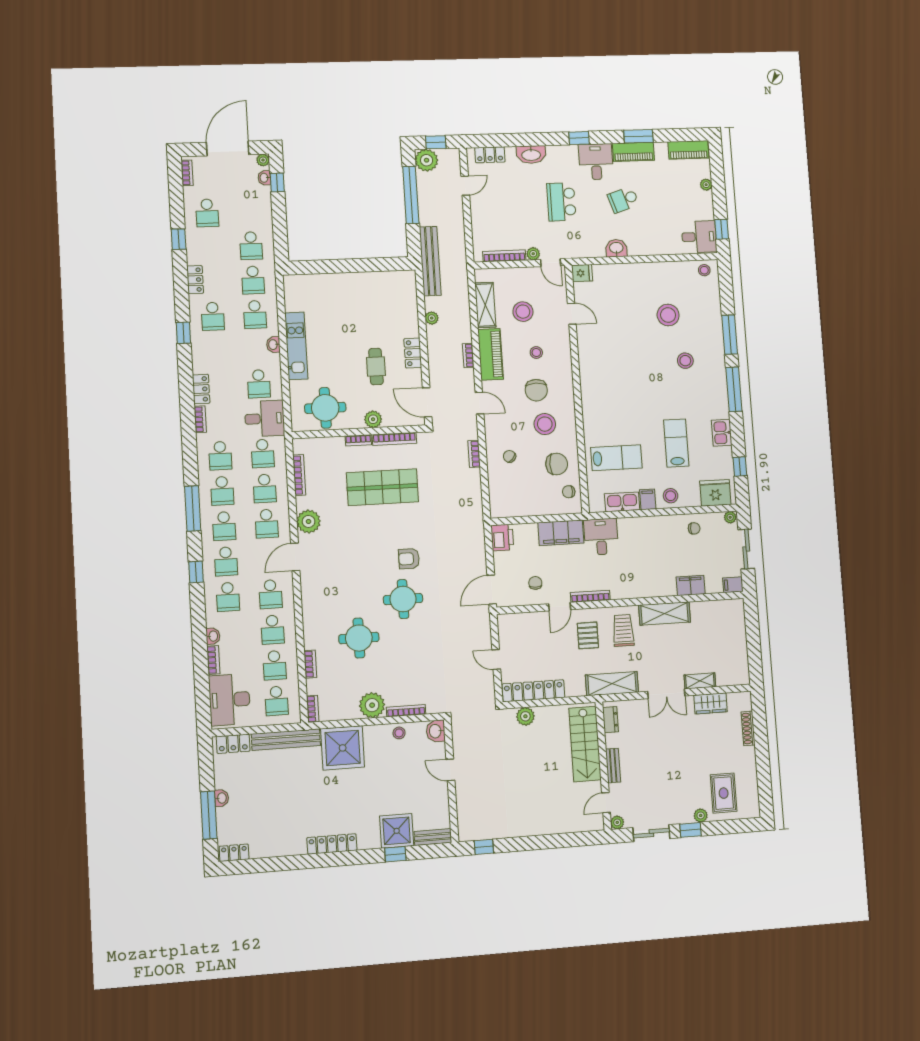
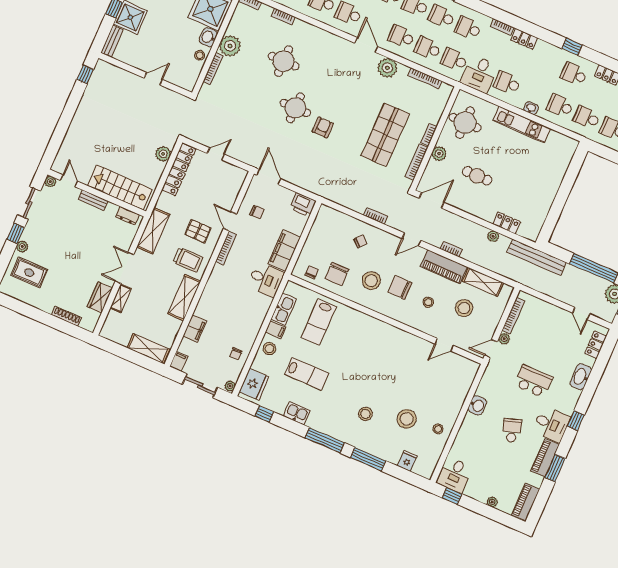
stool: (704, 270) -> (438, 429), moved
fridge: (582, 273) -> (407, 461), moved, turned 180
locker: (413, 353) -> (507, 223), moved
shelving: (736, 624) -> (148, 349), added
washbasin: (436, 731) -> (208, 37), moved, turned -90

